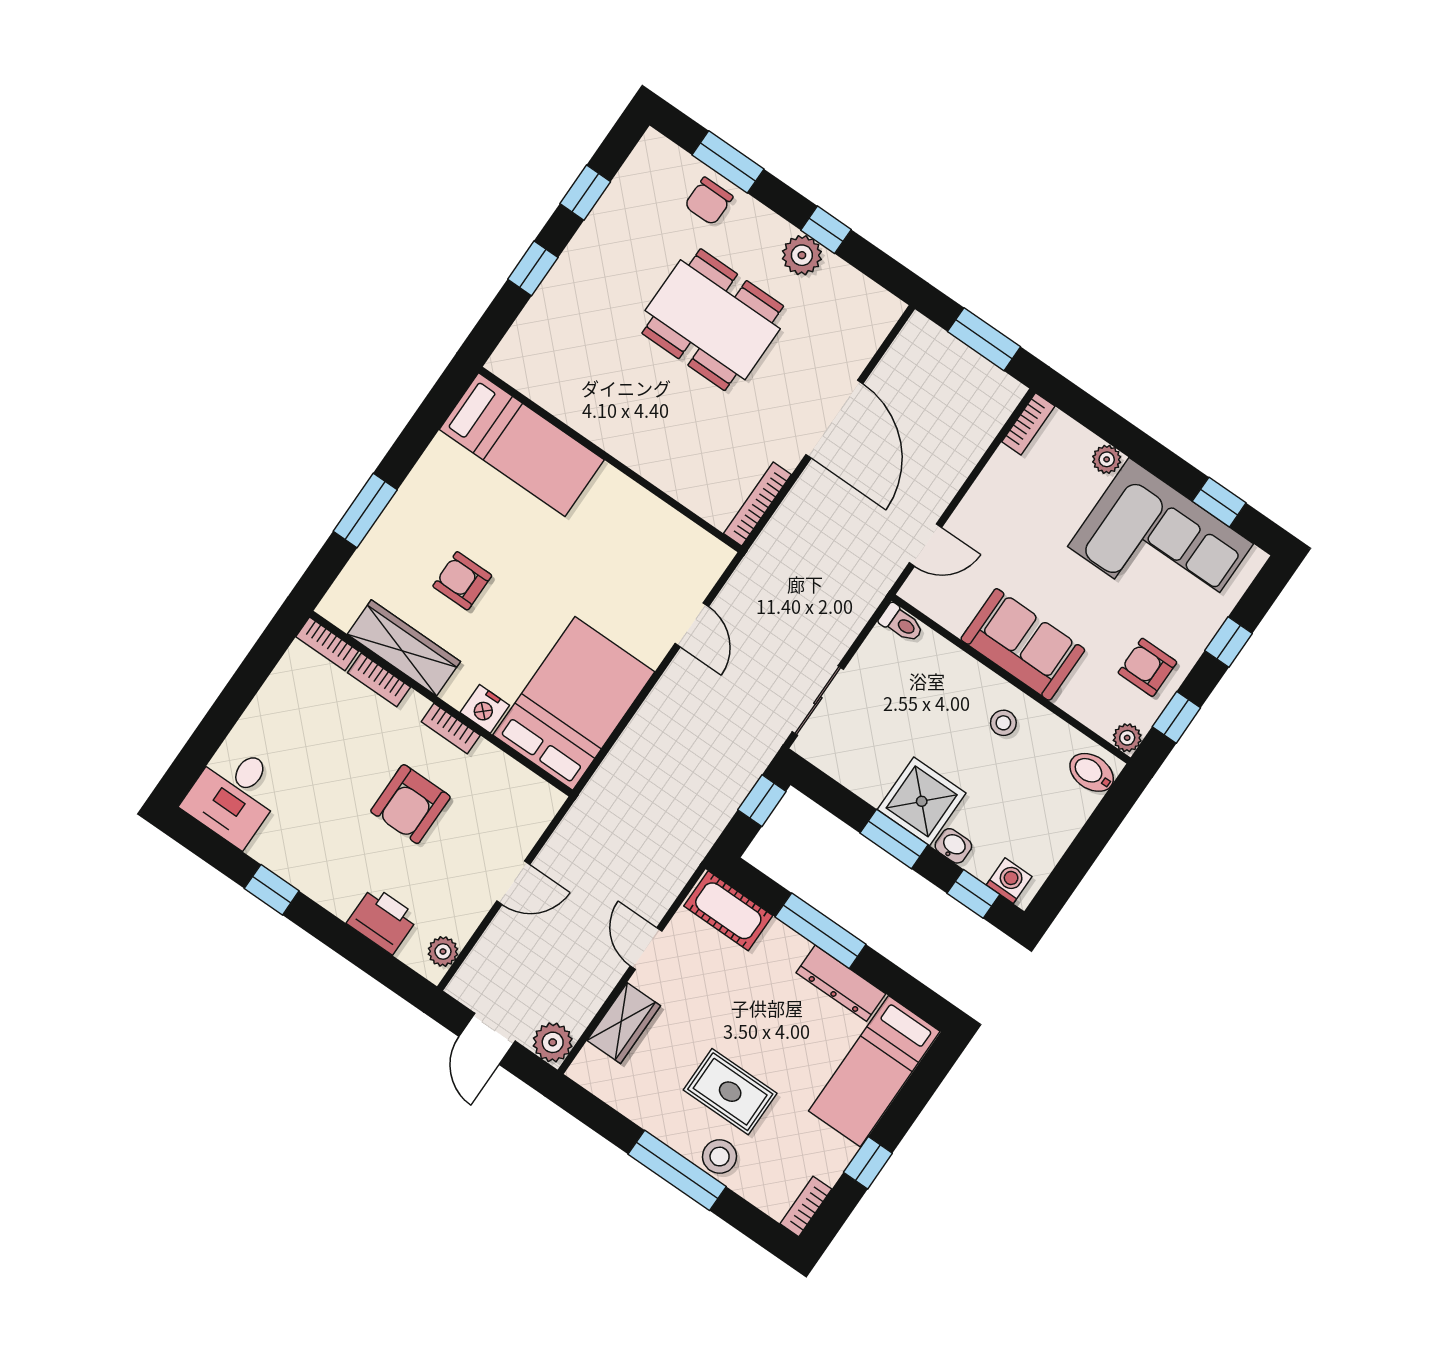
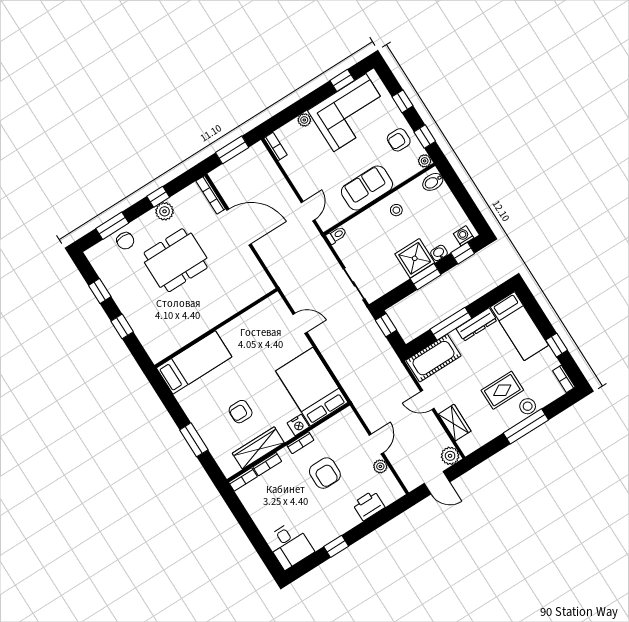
bookcase: (757, 504) -> (211, 195), moved
cot: (728, 911) -> (434, 358), width x1.37, depth x1.34
plant: (443, 951) -> (380, 466), moved

